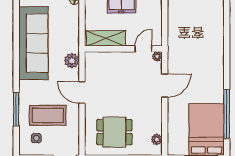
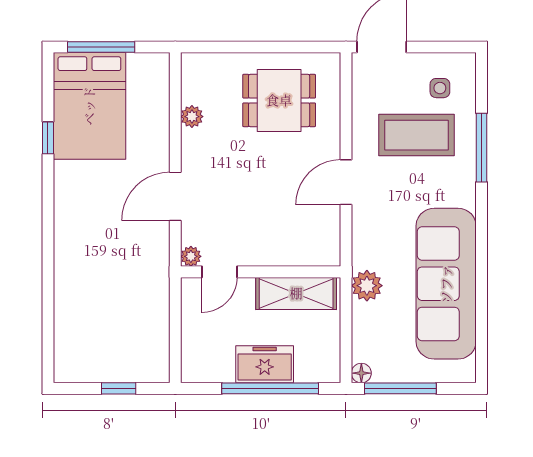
plant: (72, 61) -> (367, 286), moved
door: (82, 92) -> (346, 182), swing flipped
window: (227, 114) -> (48, 138), width x0.32
plant: (157, 139) -> (192, 117), moved

